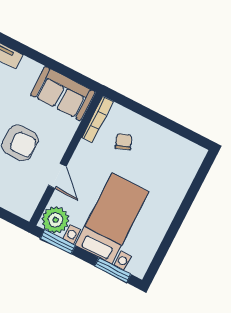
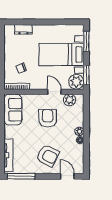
door: (57, 176) -> (54, 92), hinge flipped
dresser: (185, 178) -> (23, 29), added
plant: (31, 194) -> (70, 100), added

